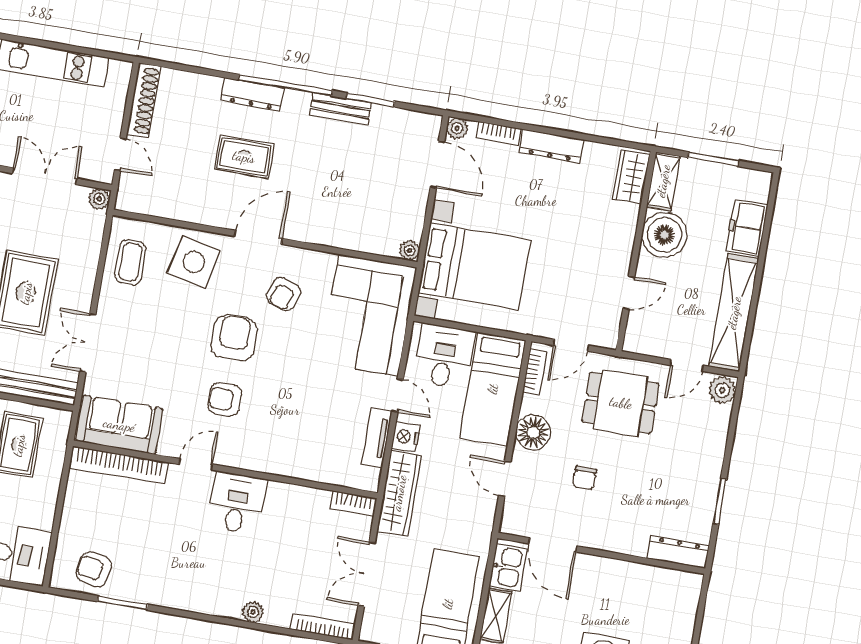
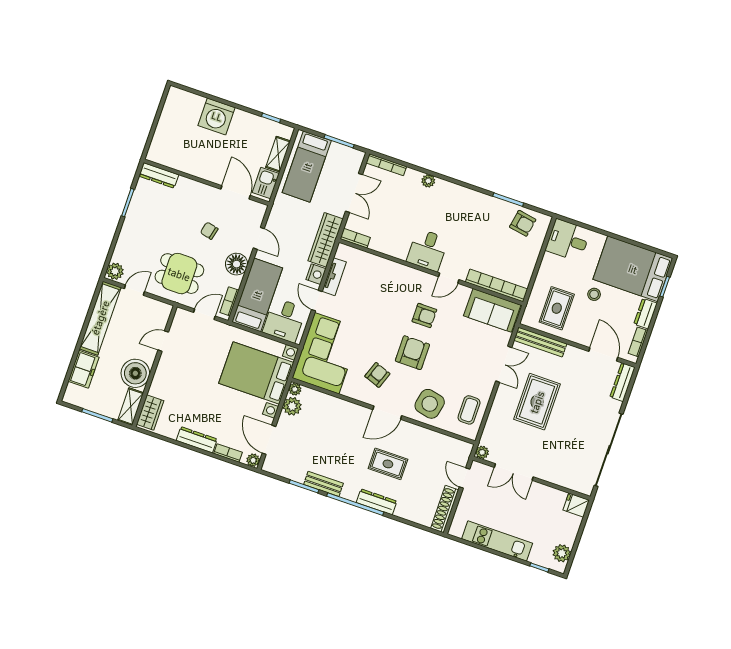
plant: (409, 223) -> (292, 406), added
armchair: (234, 338) -> (412, 353), turned 180
chair: (585, 478) -> (209, 231), turned -76

